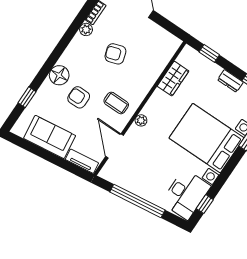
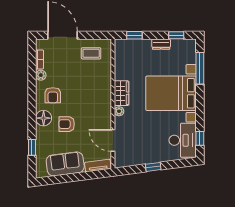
armchair: (115, 54) -> (53, 95), moved, turned -72
wardrobe: (173, 79) -> (122, 93), moved
coffee table: (116, 103) -> (91, 53), moved
window: (137, 201) -> (153, 167), width x0.32

